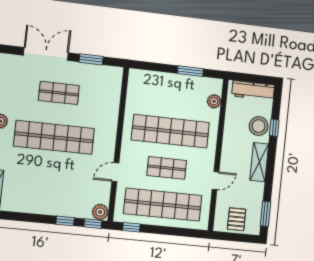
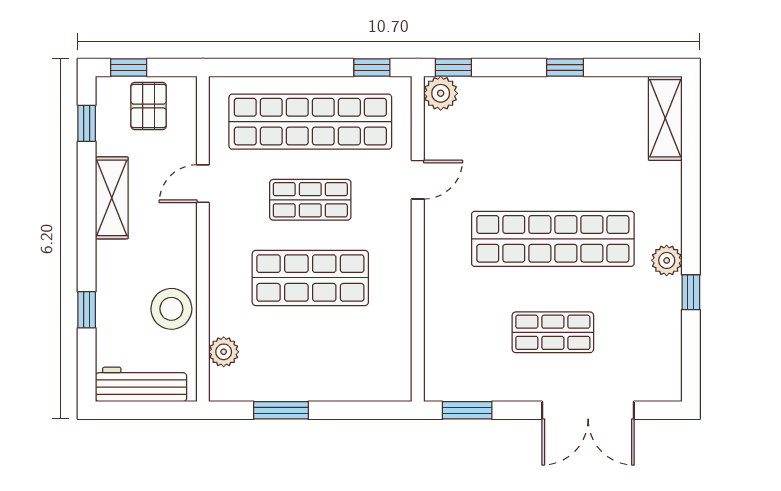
window: (91, 59) -> (467, 410), moved
stool: (259, 126) -> (171, 309), moved
shop shelf: (170, 131) -> (310, 278), width x0.71
shelving: (259, 162) -> (112, 198), moved
window: (266, 214) -> (87, 123), width x0.67
window: (65, 221) -> (565, 68), moved
window: (244, 238) -> (129, 68), added

